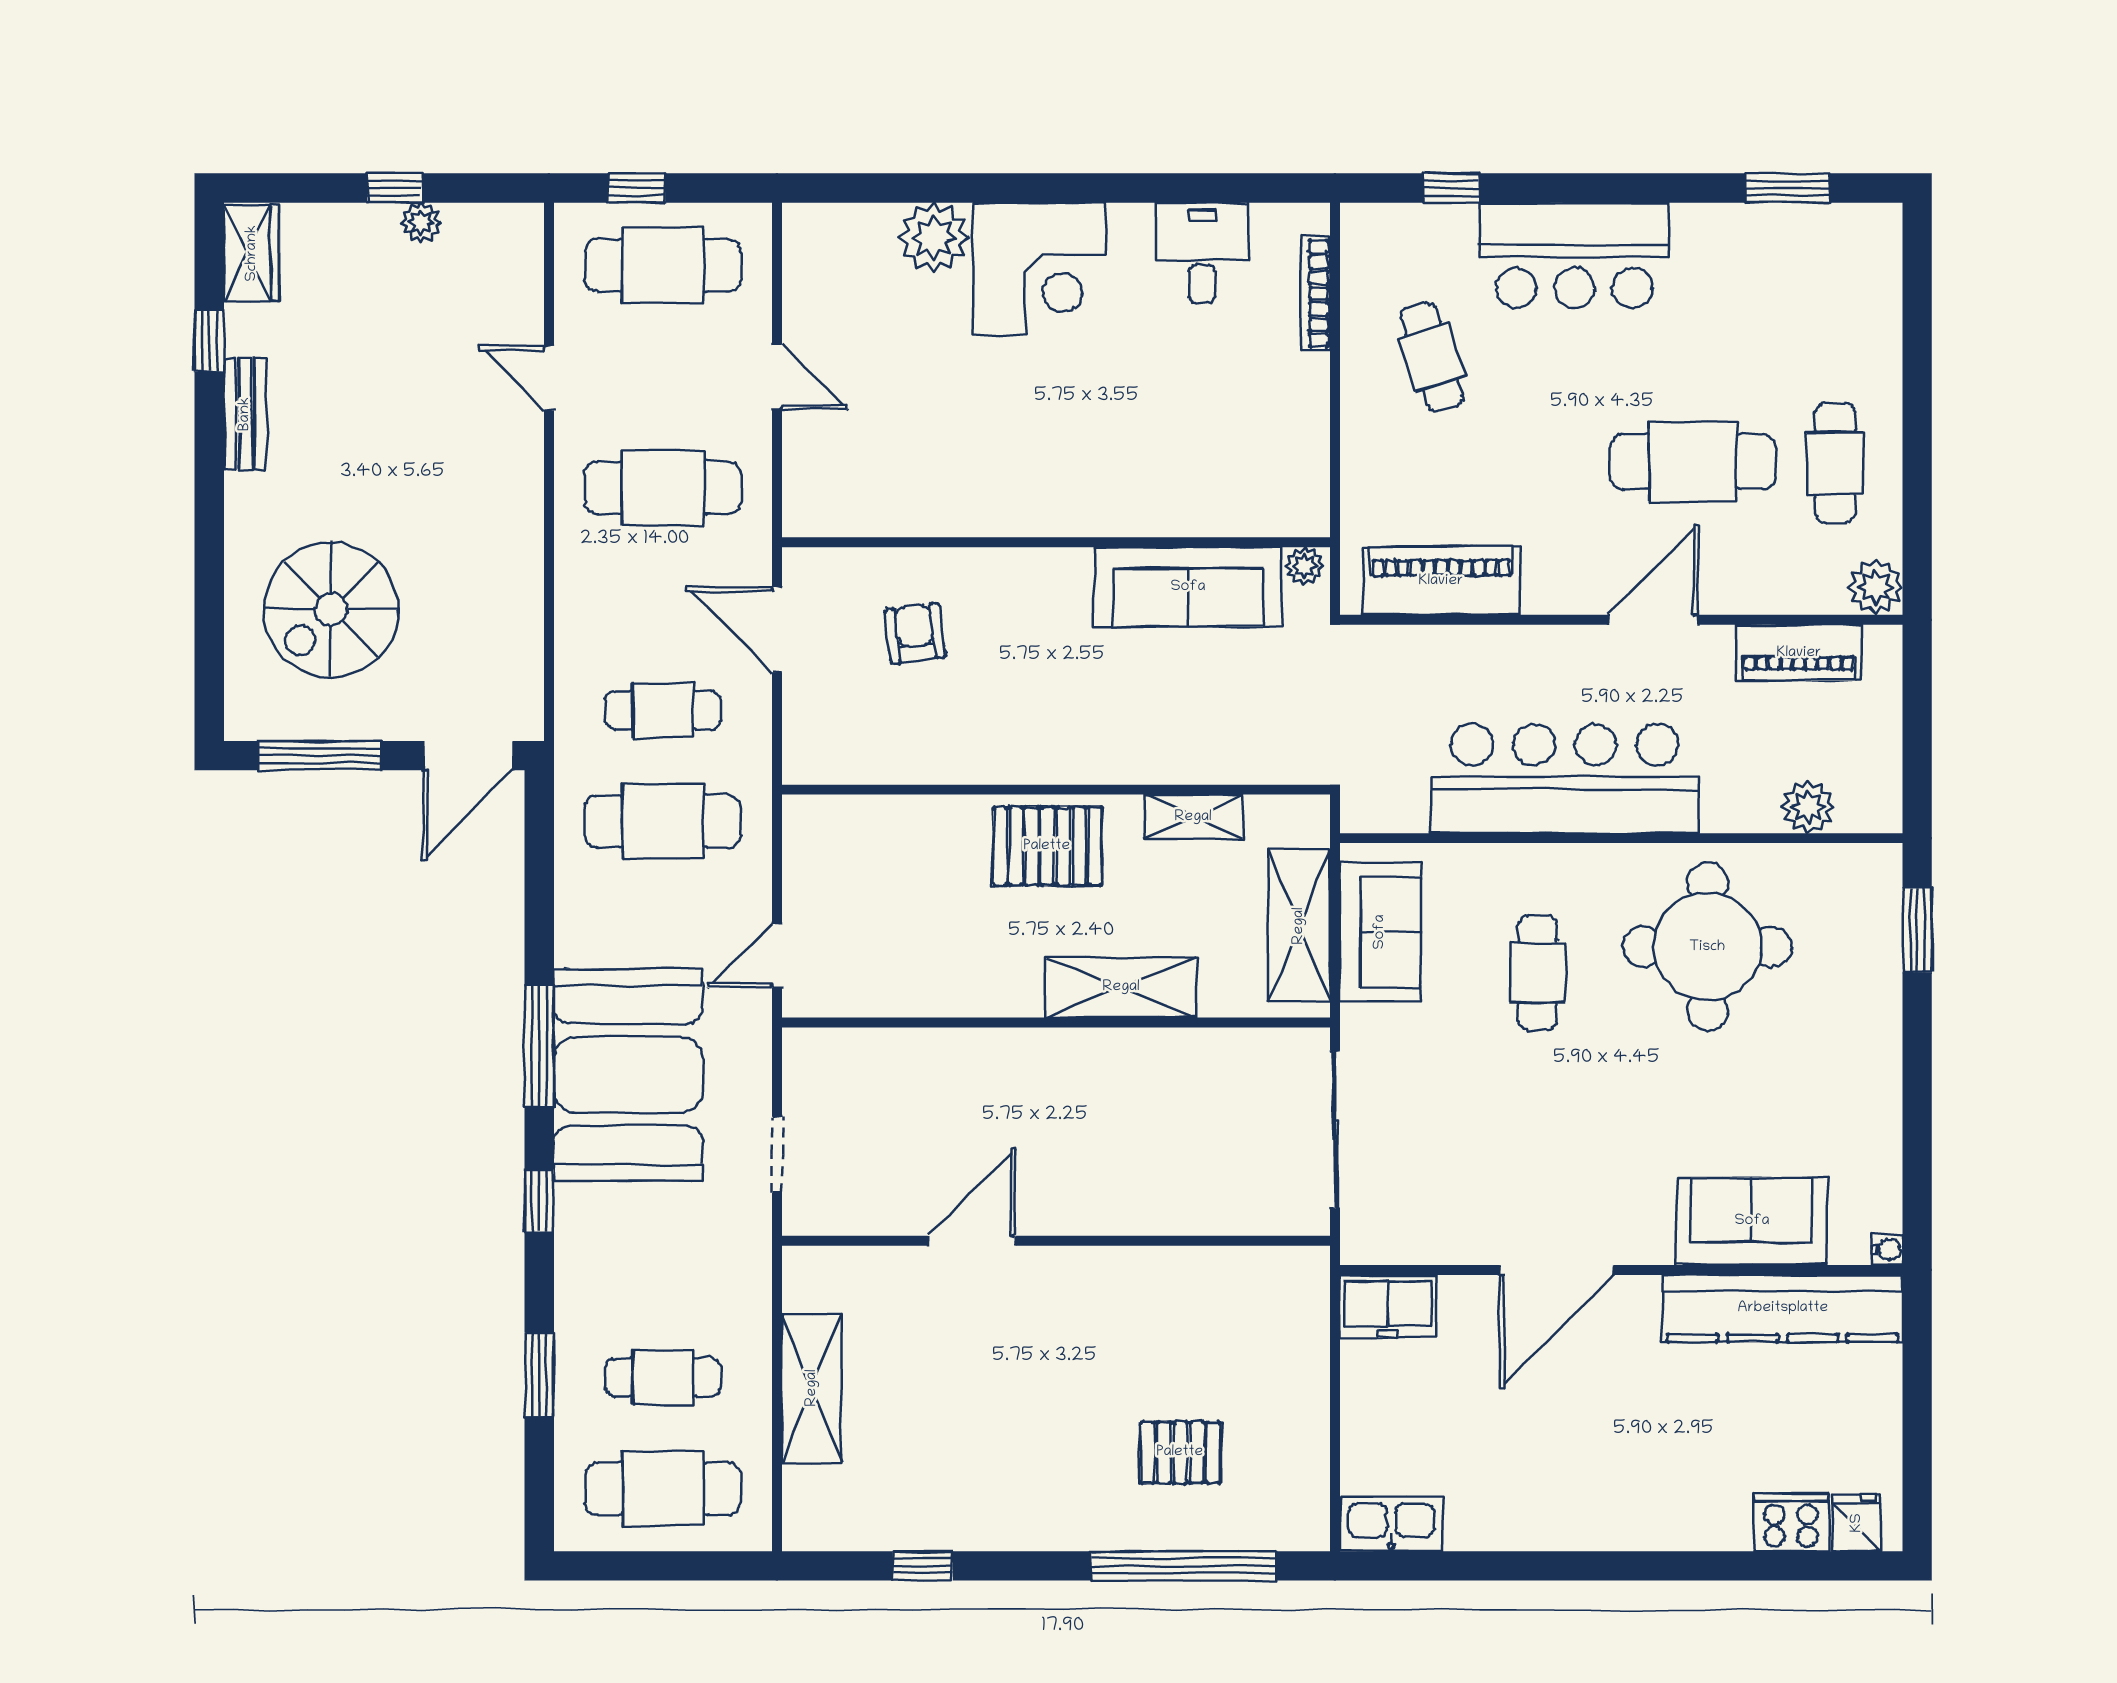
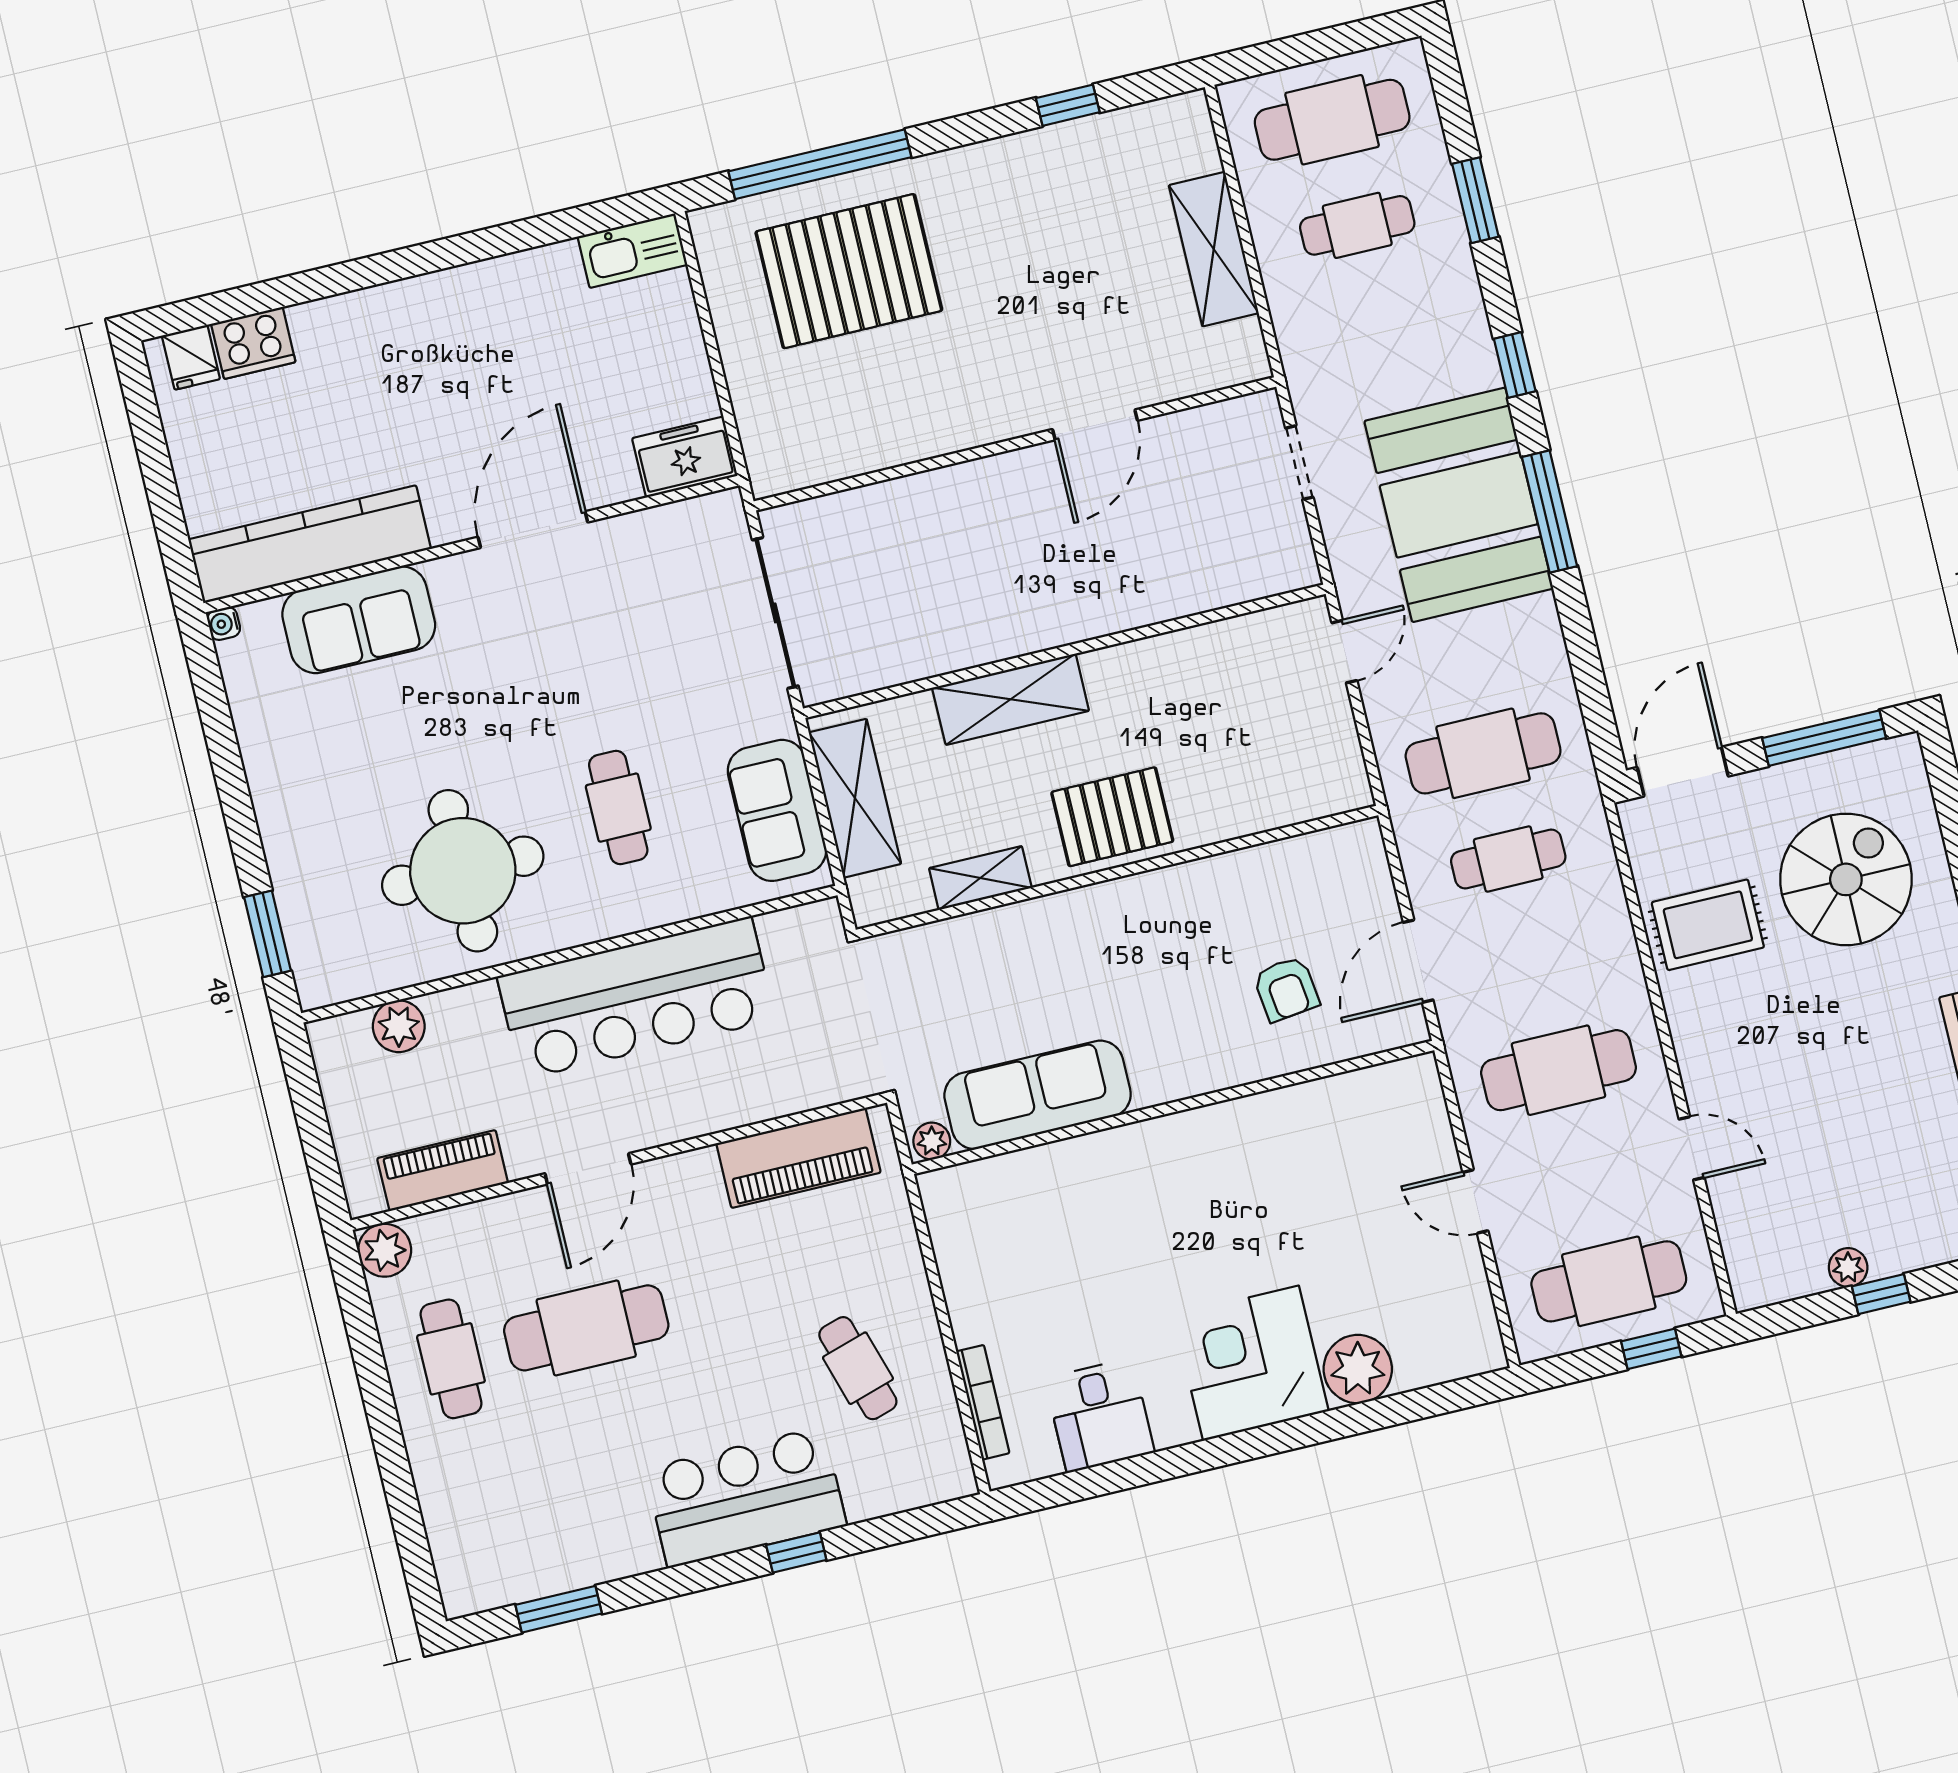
window: (1452, 188) -> (796, 1553), moved
rug: (480, 597) -> (1708, 925), added
door: (777, 630) -> (1418, 961), swing flipped
pallet: (1180, 1452) -> (849, 271), width x2.05, depth x2.00

